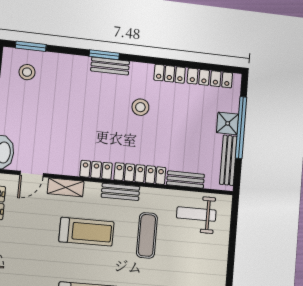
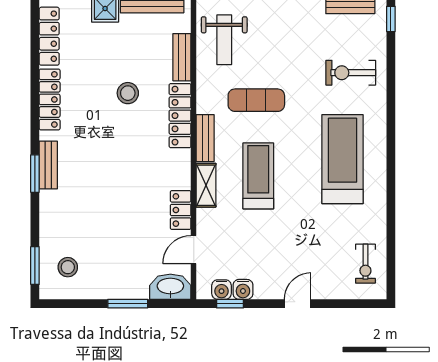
locker: (170, 74) -> (50, 99), width x1.53
stool: (140, 107) -> (128, 93), moved
locker: (96, 170) -> (181, 210), moved
door: (32, 174) -> (194, 250), swing flipped
shelving: (66, 187) -> (206, 185), moved

